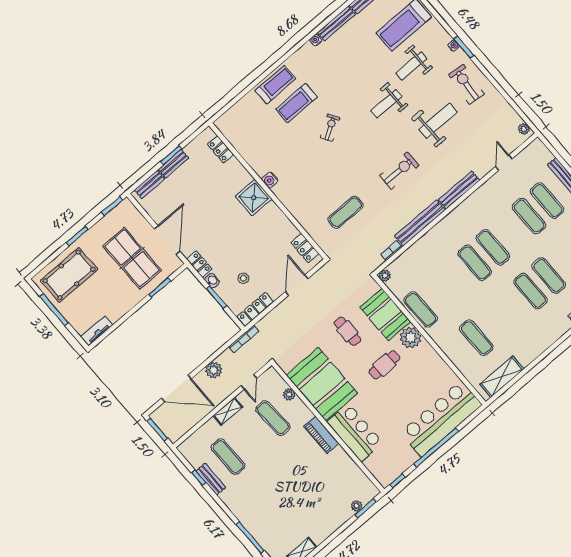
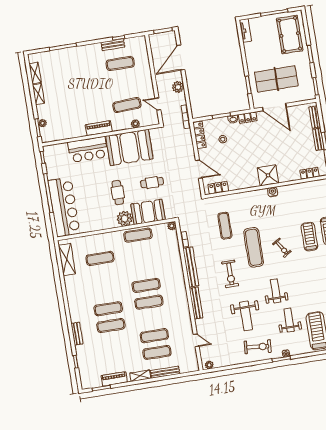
exercise mat: (350, 162) -> (254, 247), added
shelving: (228, 411) -> (38, 94), moved

